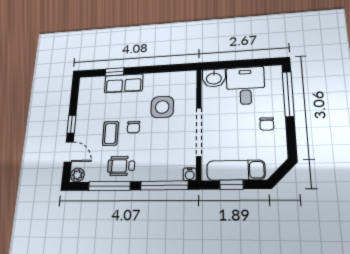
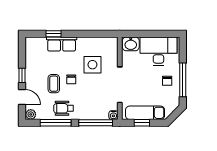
desk: (245, 86) -> (158, 51), width x1.37
window: (288, 94) -> (183, 80), moved

